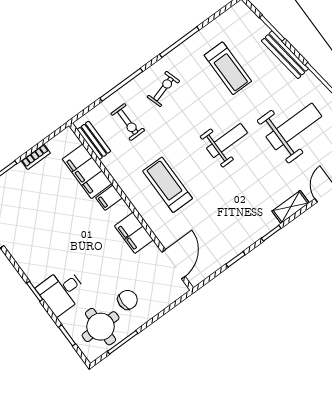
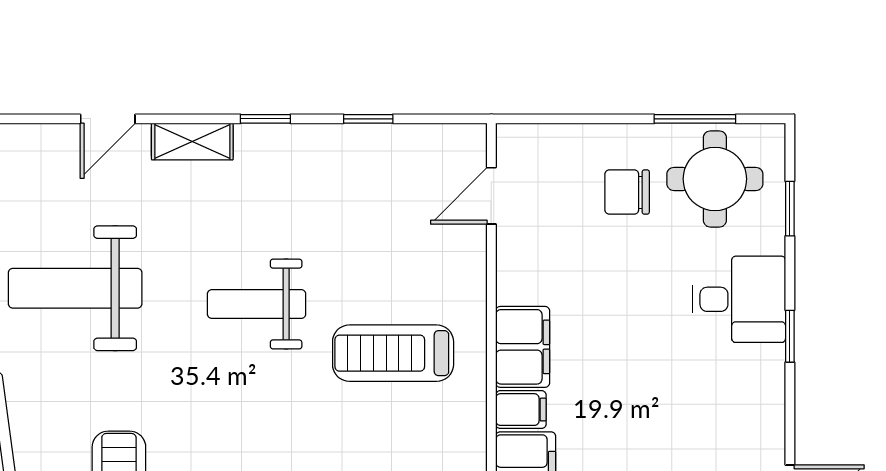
weight bench: (227, 141) -> (257, 304), moved
treadmill: (168, 185) -> (393, 353), turned 90
filing cabinet: (134, 233) -> (523, 347), moved
door: (173, 264) -> (491, 196), width x0.73

